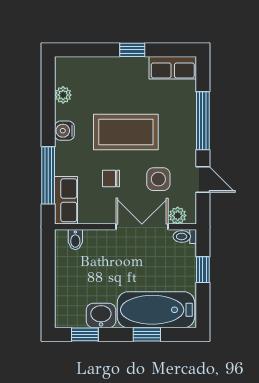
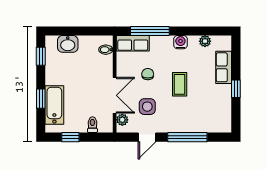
row of seats: (173, 68) -> (224, 67), moved
coffee table: (126, 132) -> (180, 84), width x0.54, depth x0.58
toilet: (185, 236) -> (92, 125), moved
window: (203, 270) -> (70, 137), moved
bathtub: (156, 310) -> (54, 105), width x0.73, depth x0.73
washbasin: (101, 315) -> (68, 44), moved, turned 90

